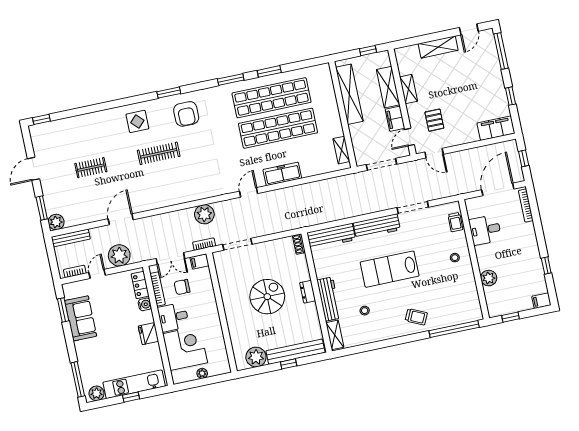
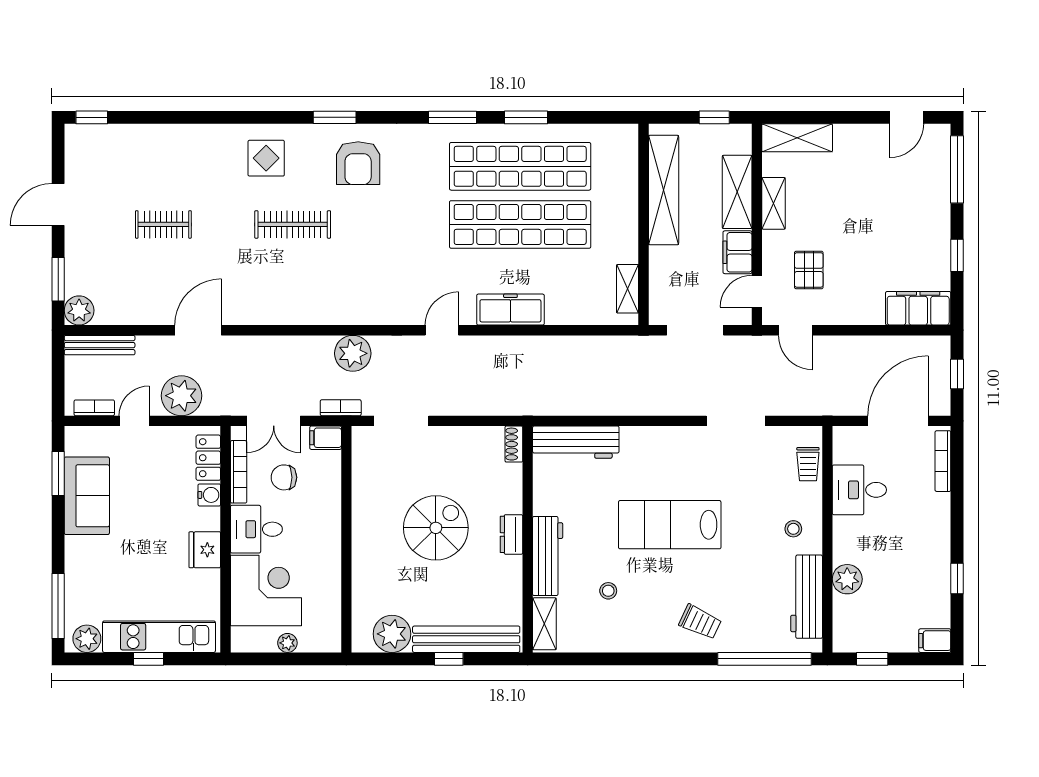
shelving: (438, 47) -> (797, 138), moved
workbench: (377, 226) -> (807, 597), moved, turned 90

